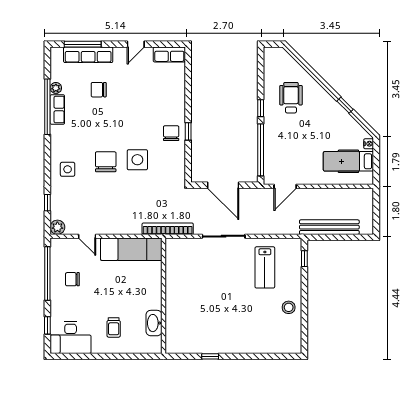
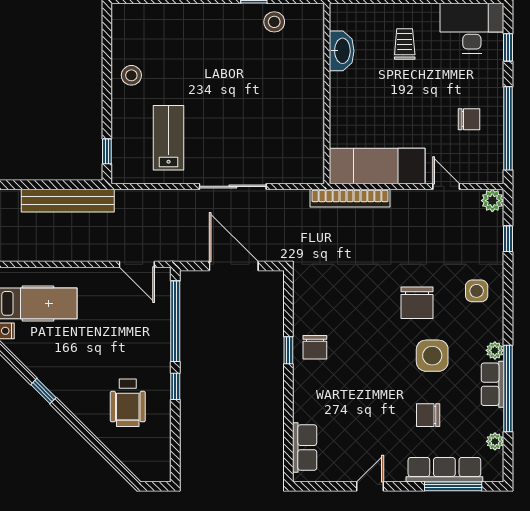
row of seats: (169, 54) -> (305, 448), moved, turned 90
plant: (56, 88) -> (495, 441), moved
chair: (99, 90) -> (428, 415), turned 180
plant: (56, 131) -> (495, 350), added
side table: (137, 160) -> (432, 356), moved
door: (285, 186) -> (137, 264), swing flipped
bookcase: (168, 229) -> (350, 198), moved
stool: (197, 342) -> (274, 22), added

